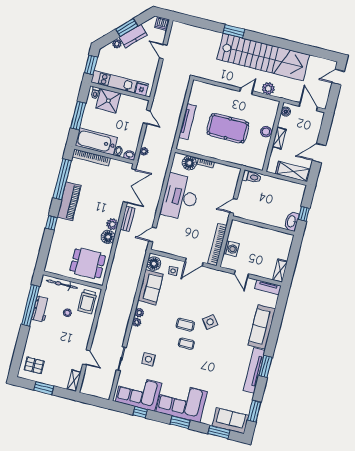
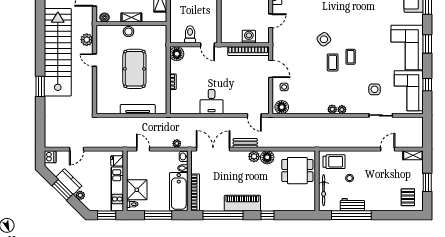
door: (147, 117) -> (143, 149), hinge flipped
floor lamp: (189, 163) -> (177, 54), moved
toilet: (252, 177) -> (190, 34), moved
desk: (180, 197) -> (212, 102), width x0.53, depth x0.77
dining table: (88, 263) -> (297, 171), turned 90
sofa: (150, 287) -> (305, 105), removed

